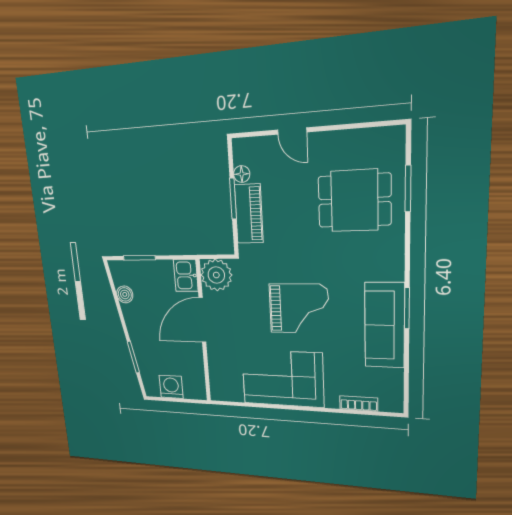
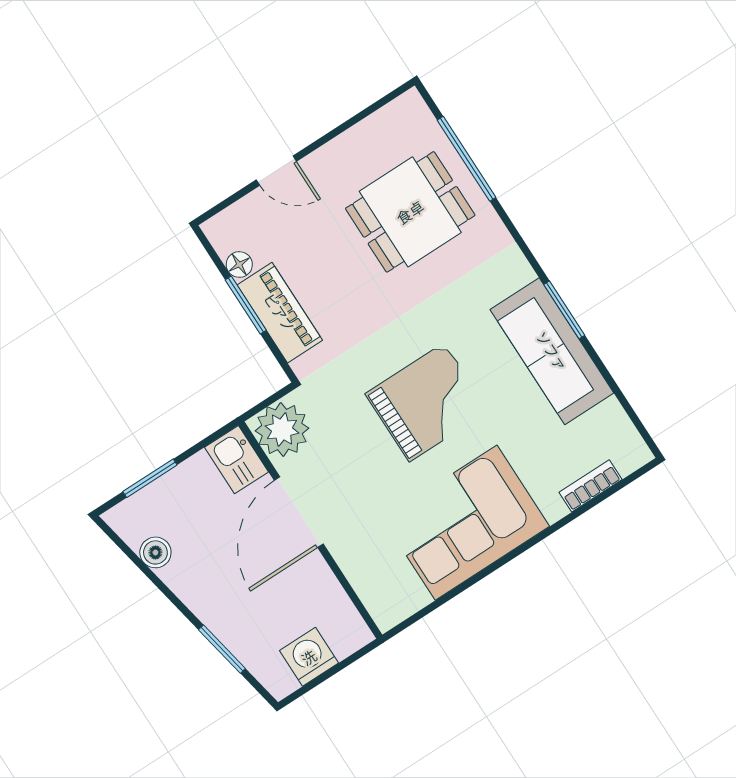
window: (408, 189) -> (467, 159), width x1.44

